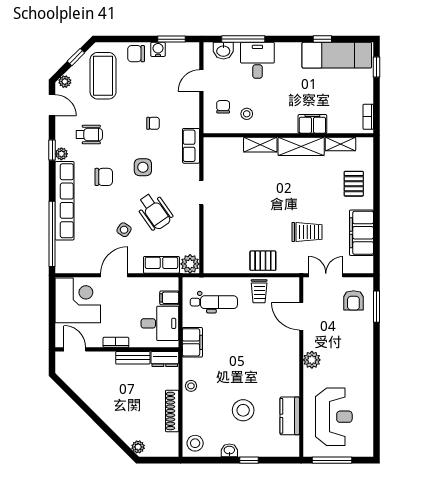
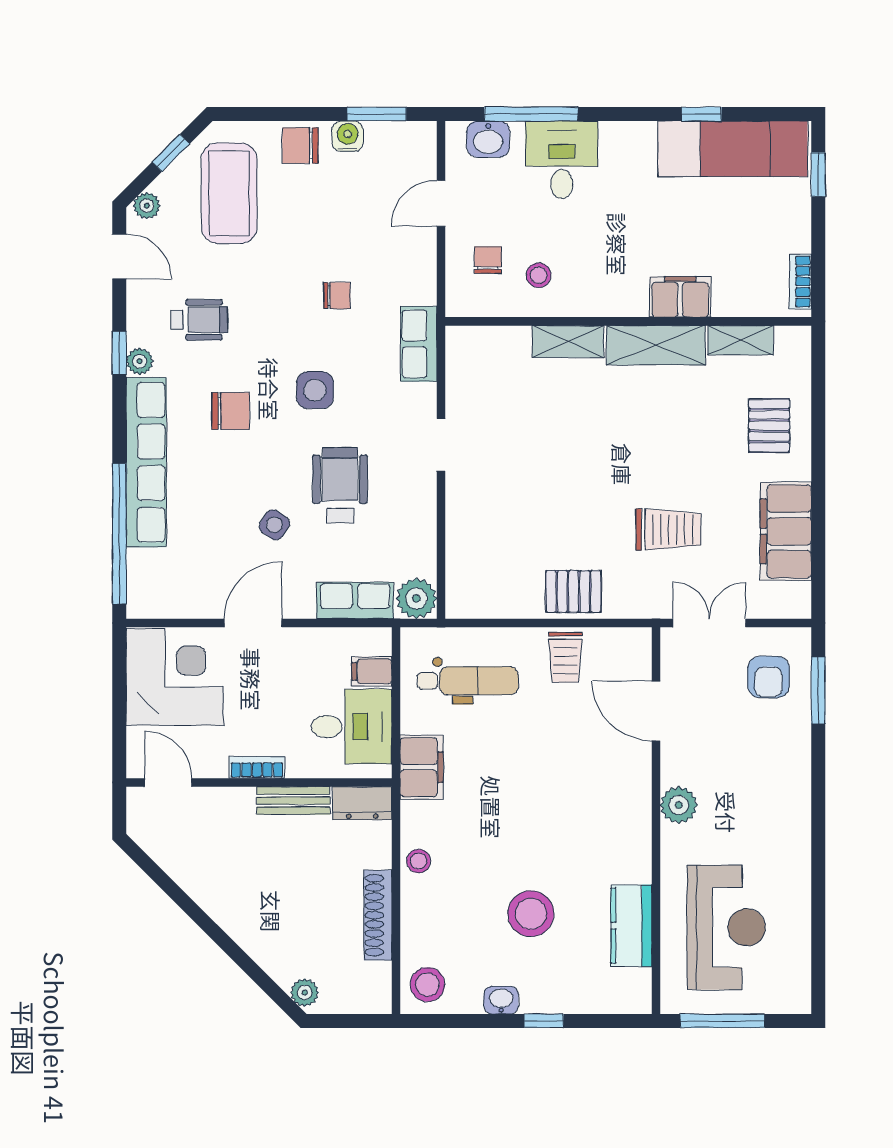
wheelchair: (154, 211) -> (340, 485), turned -145

